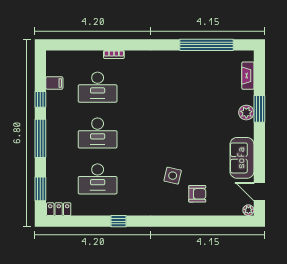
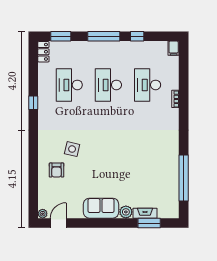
fireplace: (248, 76) -> (145, 213), moved
filing cabinet: (54, 83) -> (174, 48), moved
window: (259, 109) -> (149, 223), moved
sofa: (242, 158) -> (101, 208), moved

